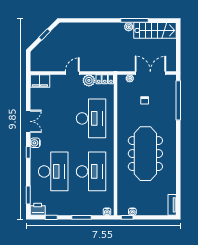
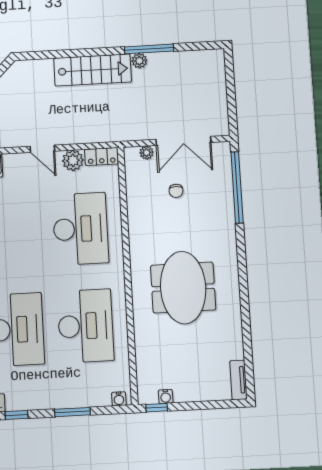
stairs: (155, 30) -> (93, 70), moved
door: (72, 73) -> (42, 149), swing flipped
double door: (150, 73) -> (183, 141), swing flipped
meeting table: (145, 154) -> (183, 288), width x0.73

